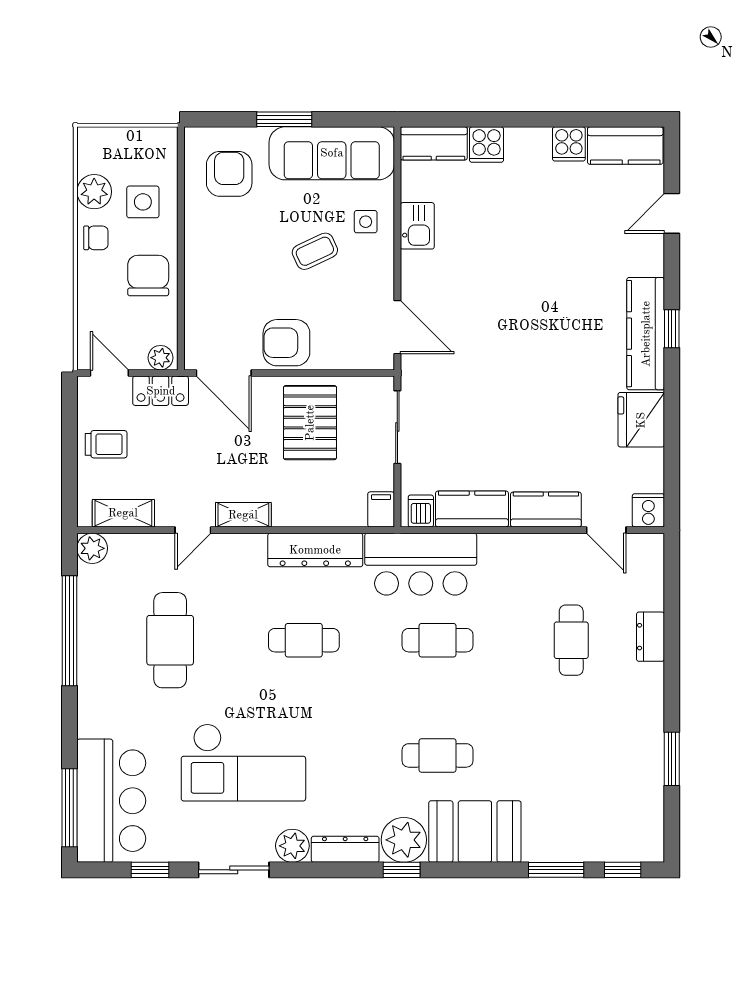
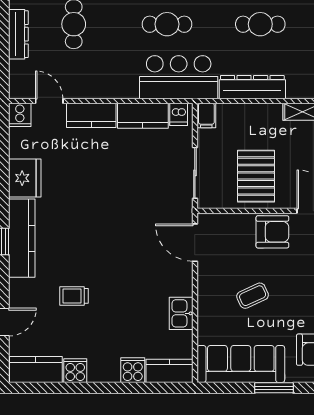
side table: (366, 222) -> (217, 316), removed
trolley: (571, 251) -> (74, 296), added
dresser: (650, 637) -> (18, 34), width x1.44

